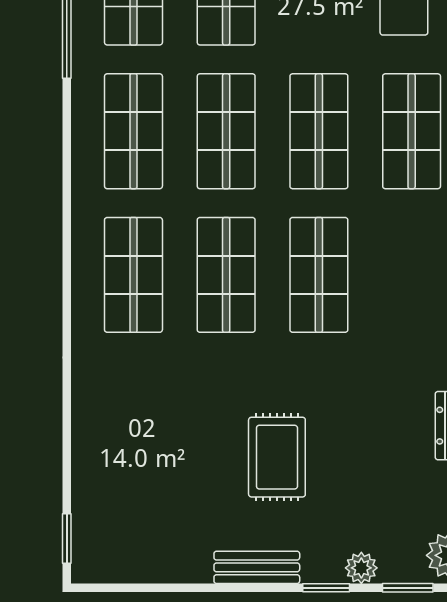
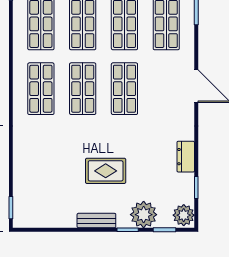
rug: (277, 457) -> (106, 171), turned 90
plant: (361, 568) -> (144, 215), width x1.88, depth x1.88

